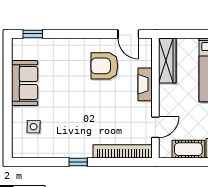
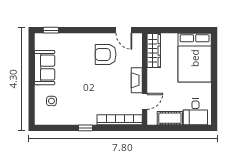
fireplace: (145, 84) -> (137, 80), moved

